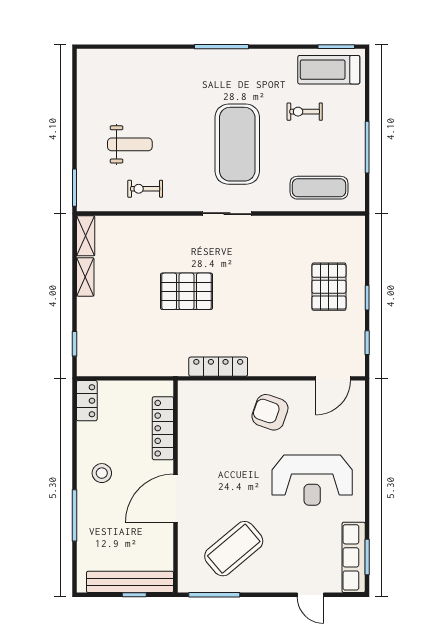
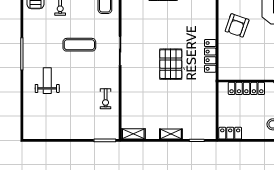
weight bench: (130, 144) -> (47, 81), moved
exercise mat: (237, 144) -> (79, 45), width x0.50, depth x0.69
shelving: (85, 277) -> (171, 134), moved
pallet: (187, 291) -> (171, 64), moved

